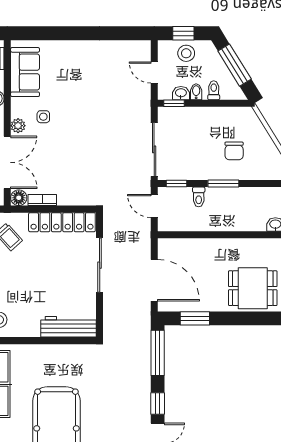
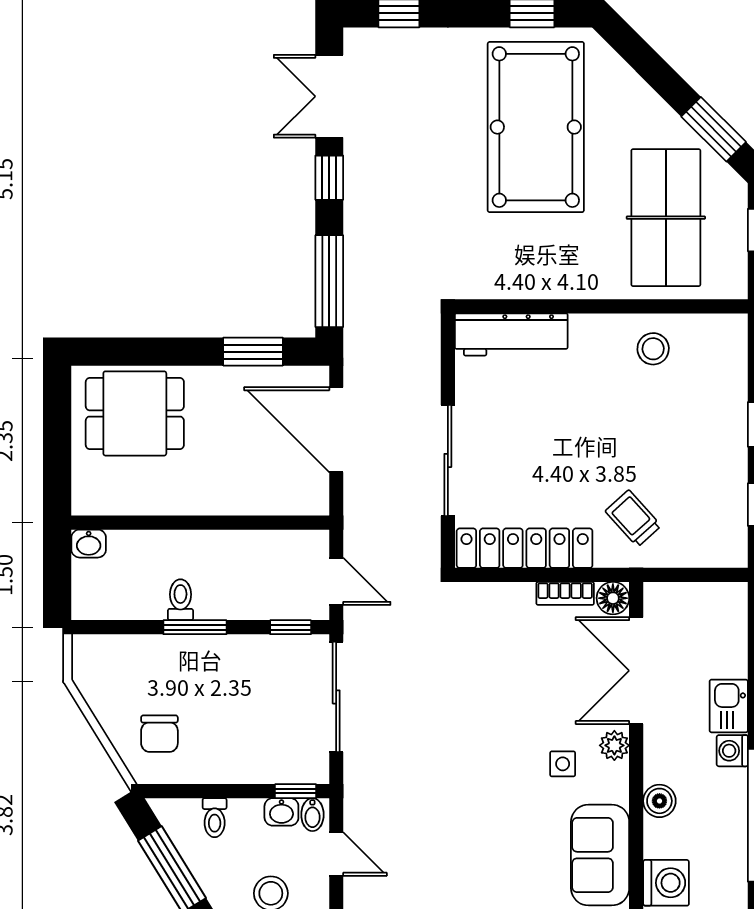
bidet: (196, 92) -> (312, 815), moved
chair: (234, 151) -> (159, 734), moved, turned 180
toilet: (199, 197) -> (180, 600), moved

